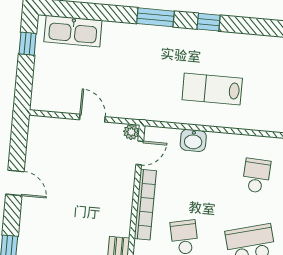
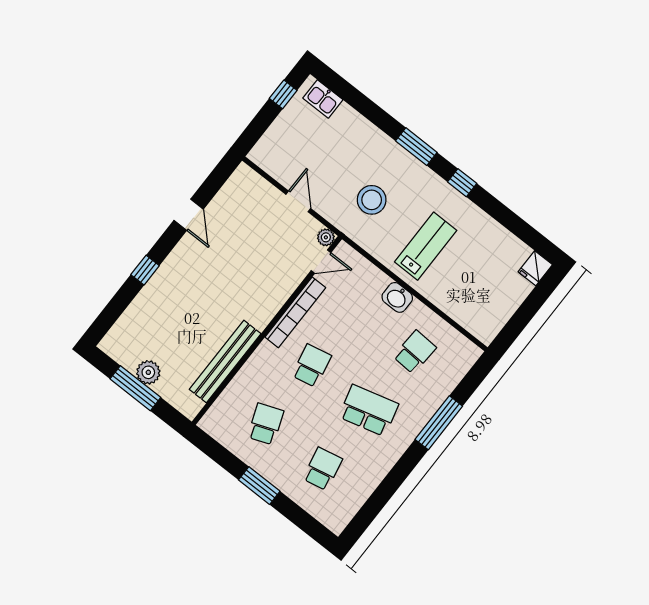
kitchen sink: (73, 31) -> (323, 99), width x0.53, depth x0.81
stool: (148, 80) -> (372, 200), added
lab bench: (212, 89) -> (426, 246), turned 90
washbasin: (193, 140) -> (397, 297), moved

